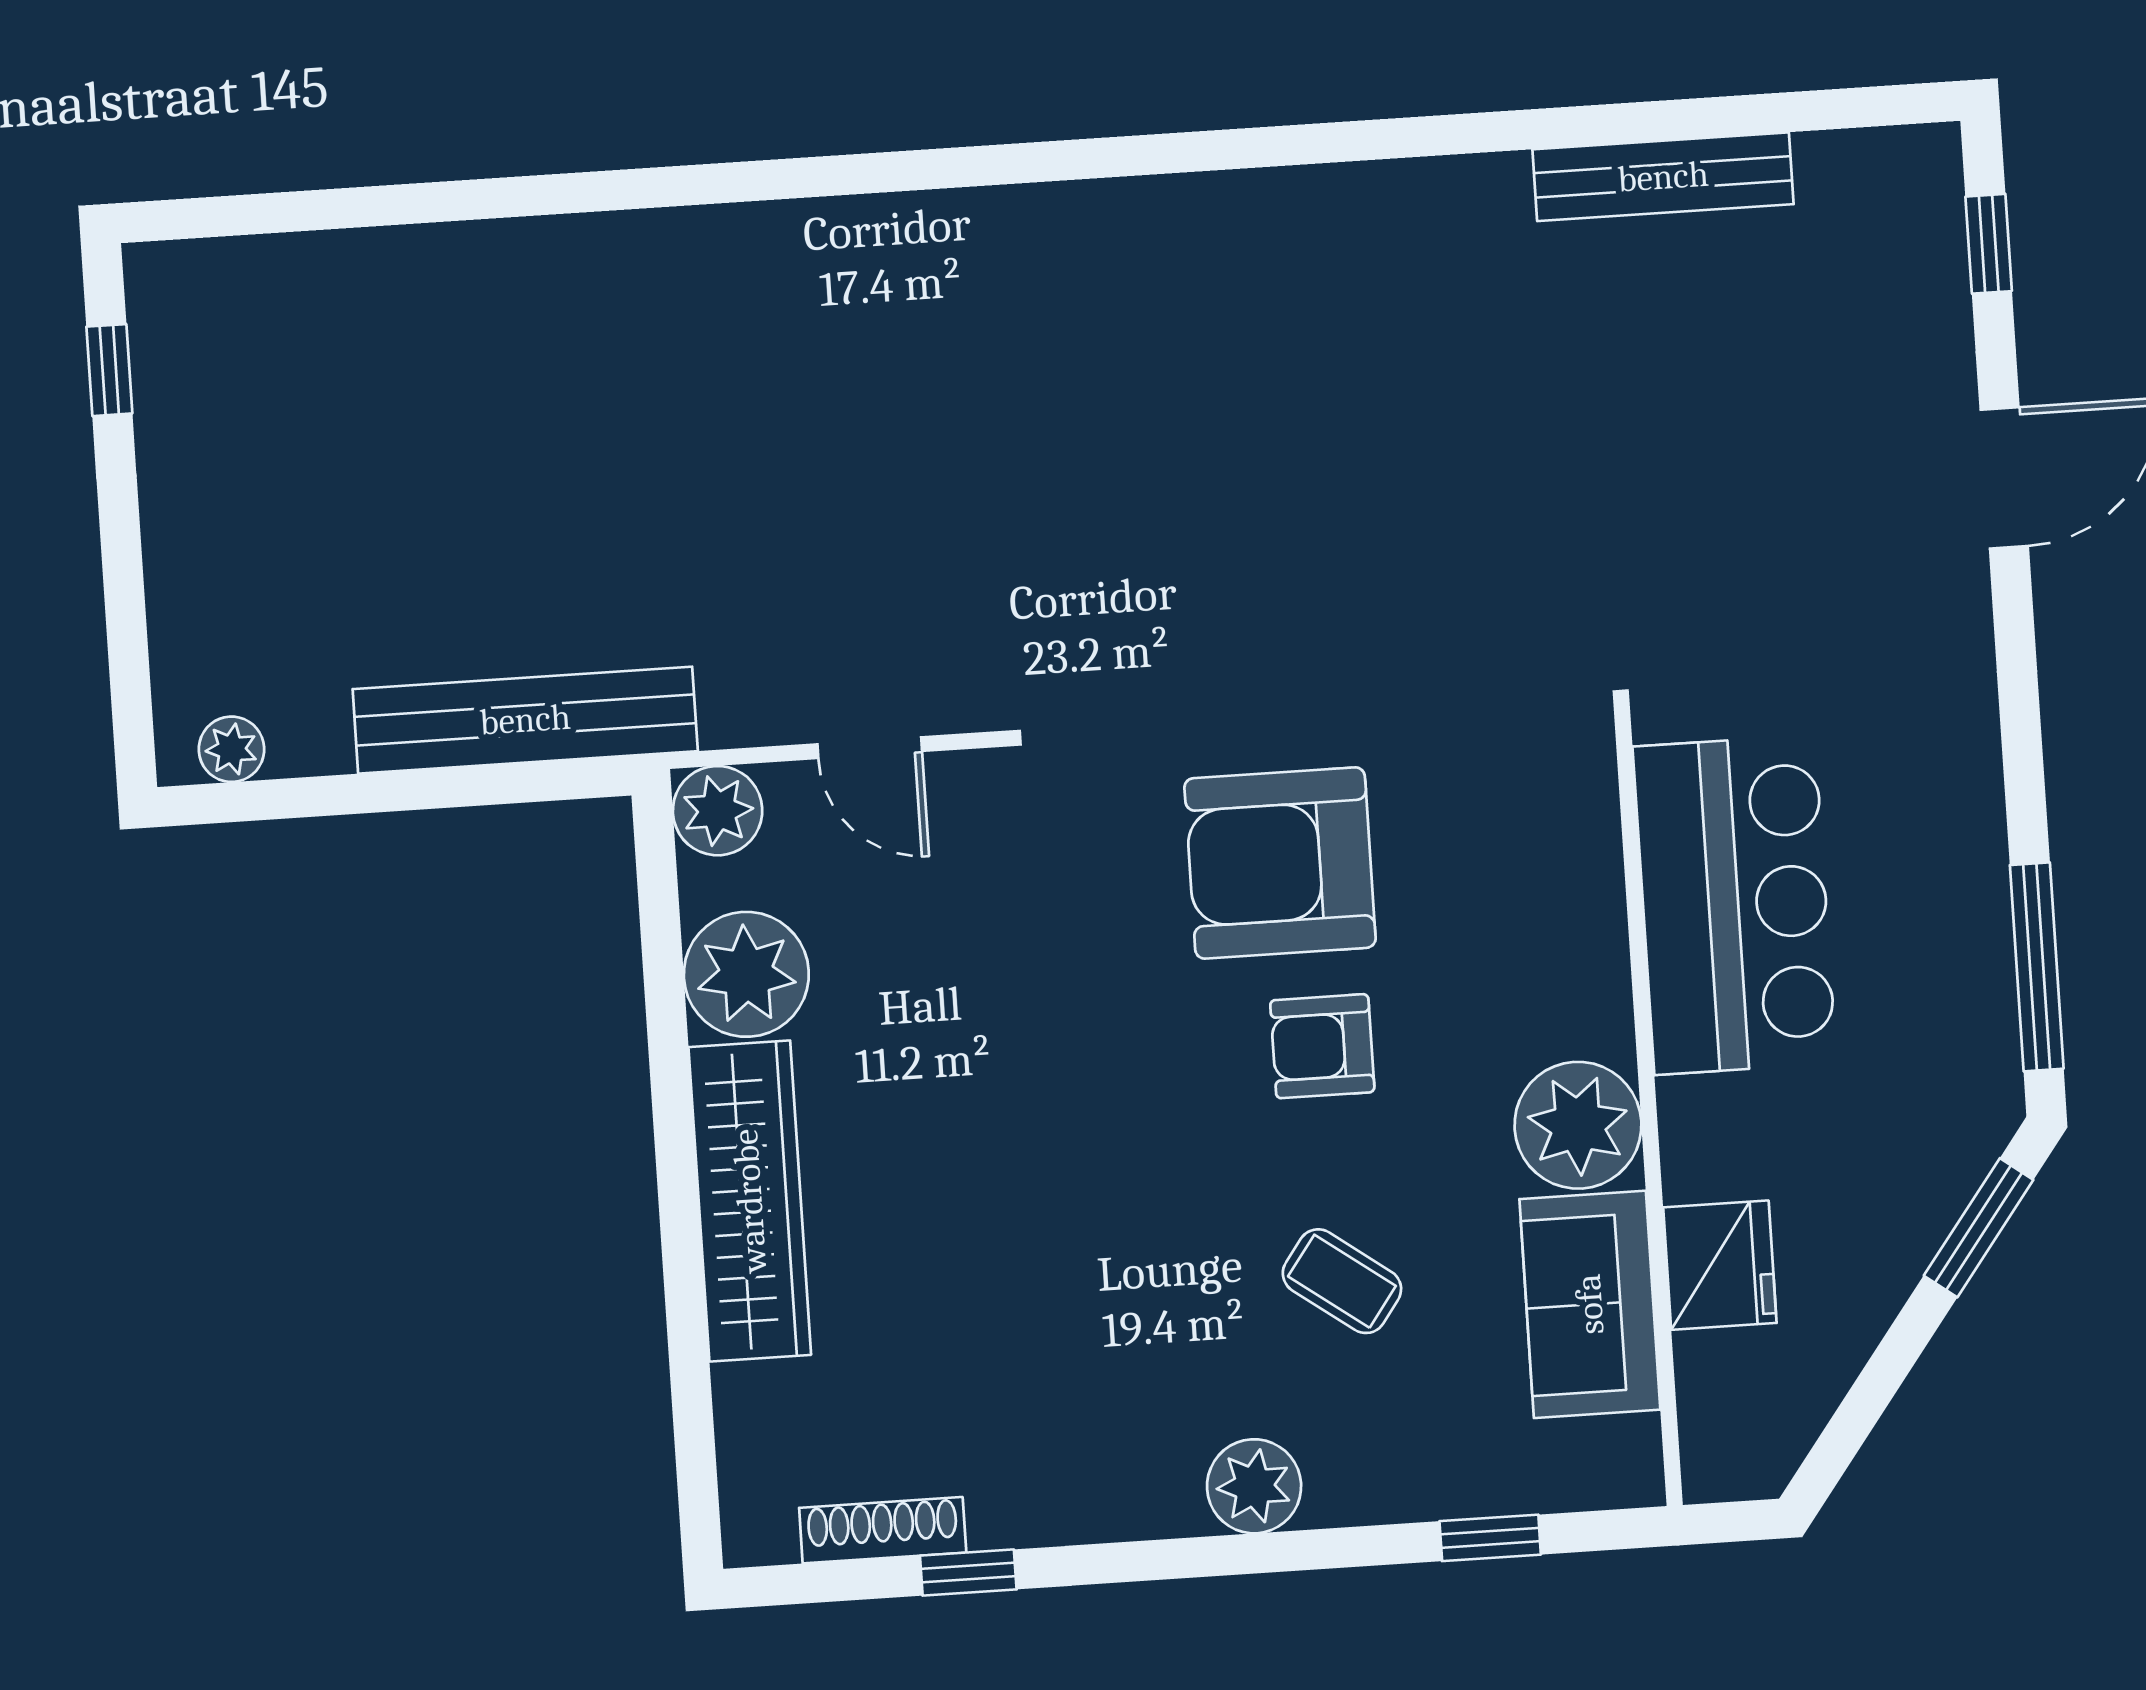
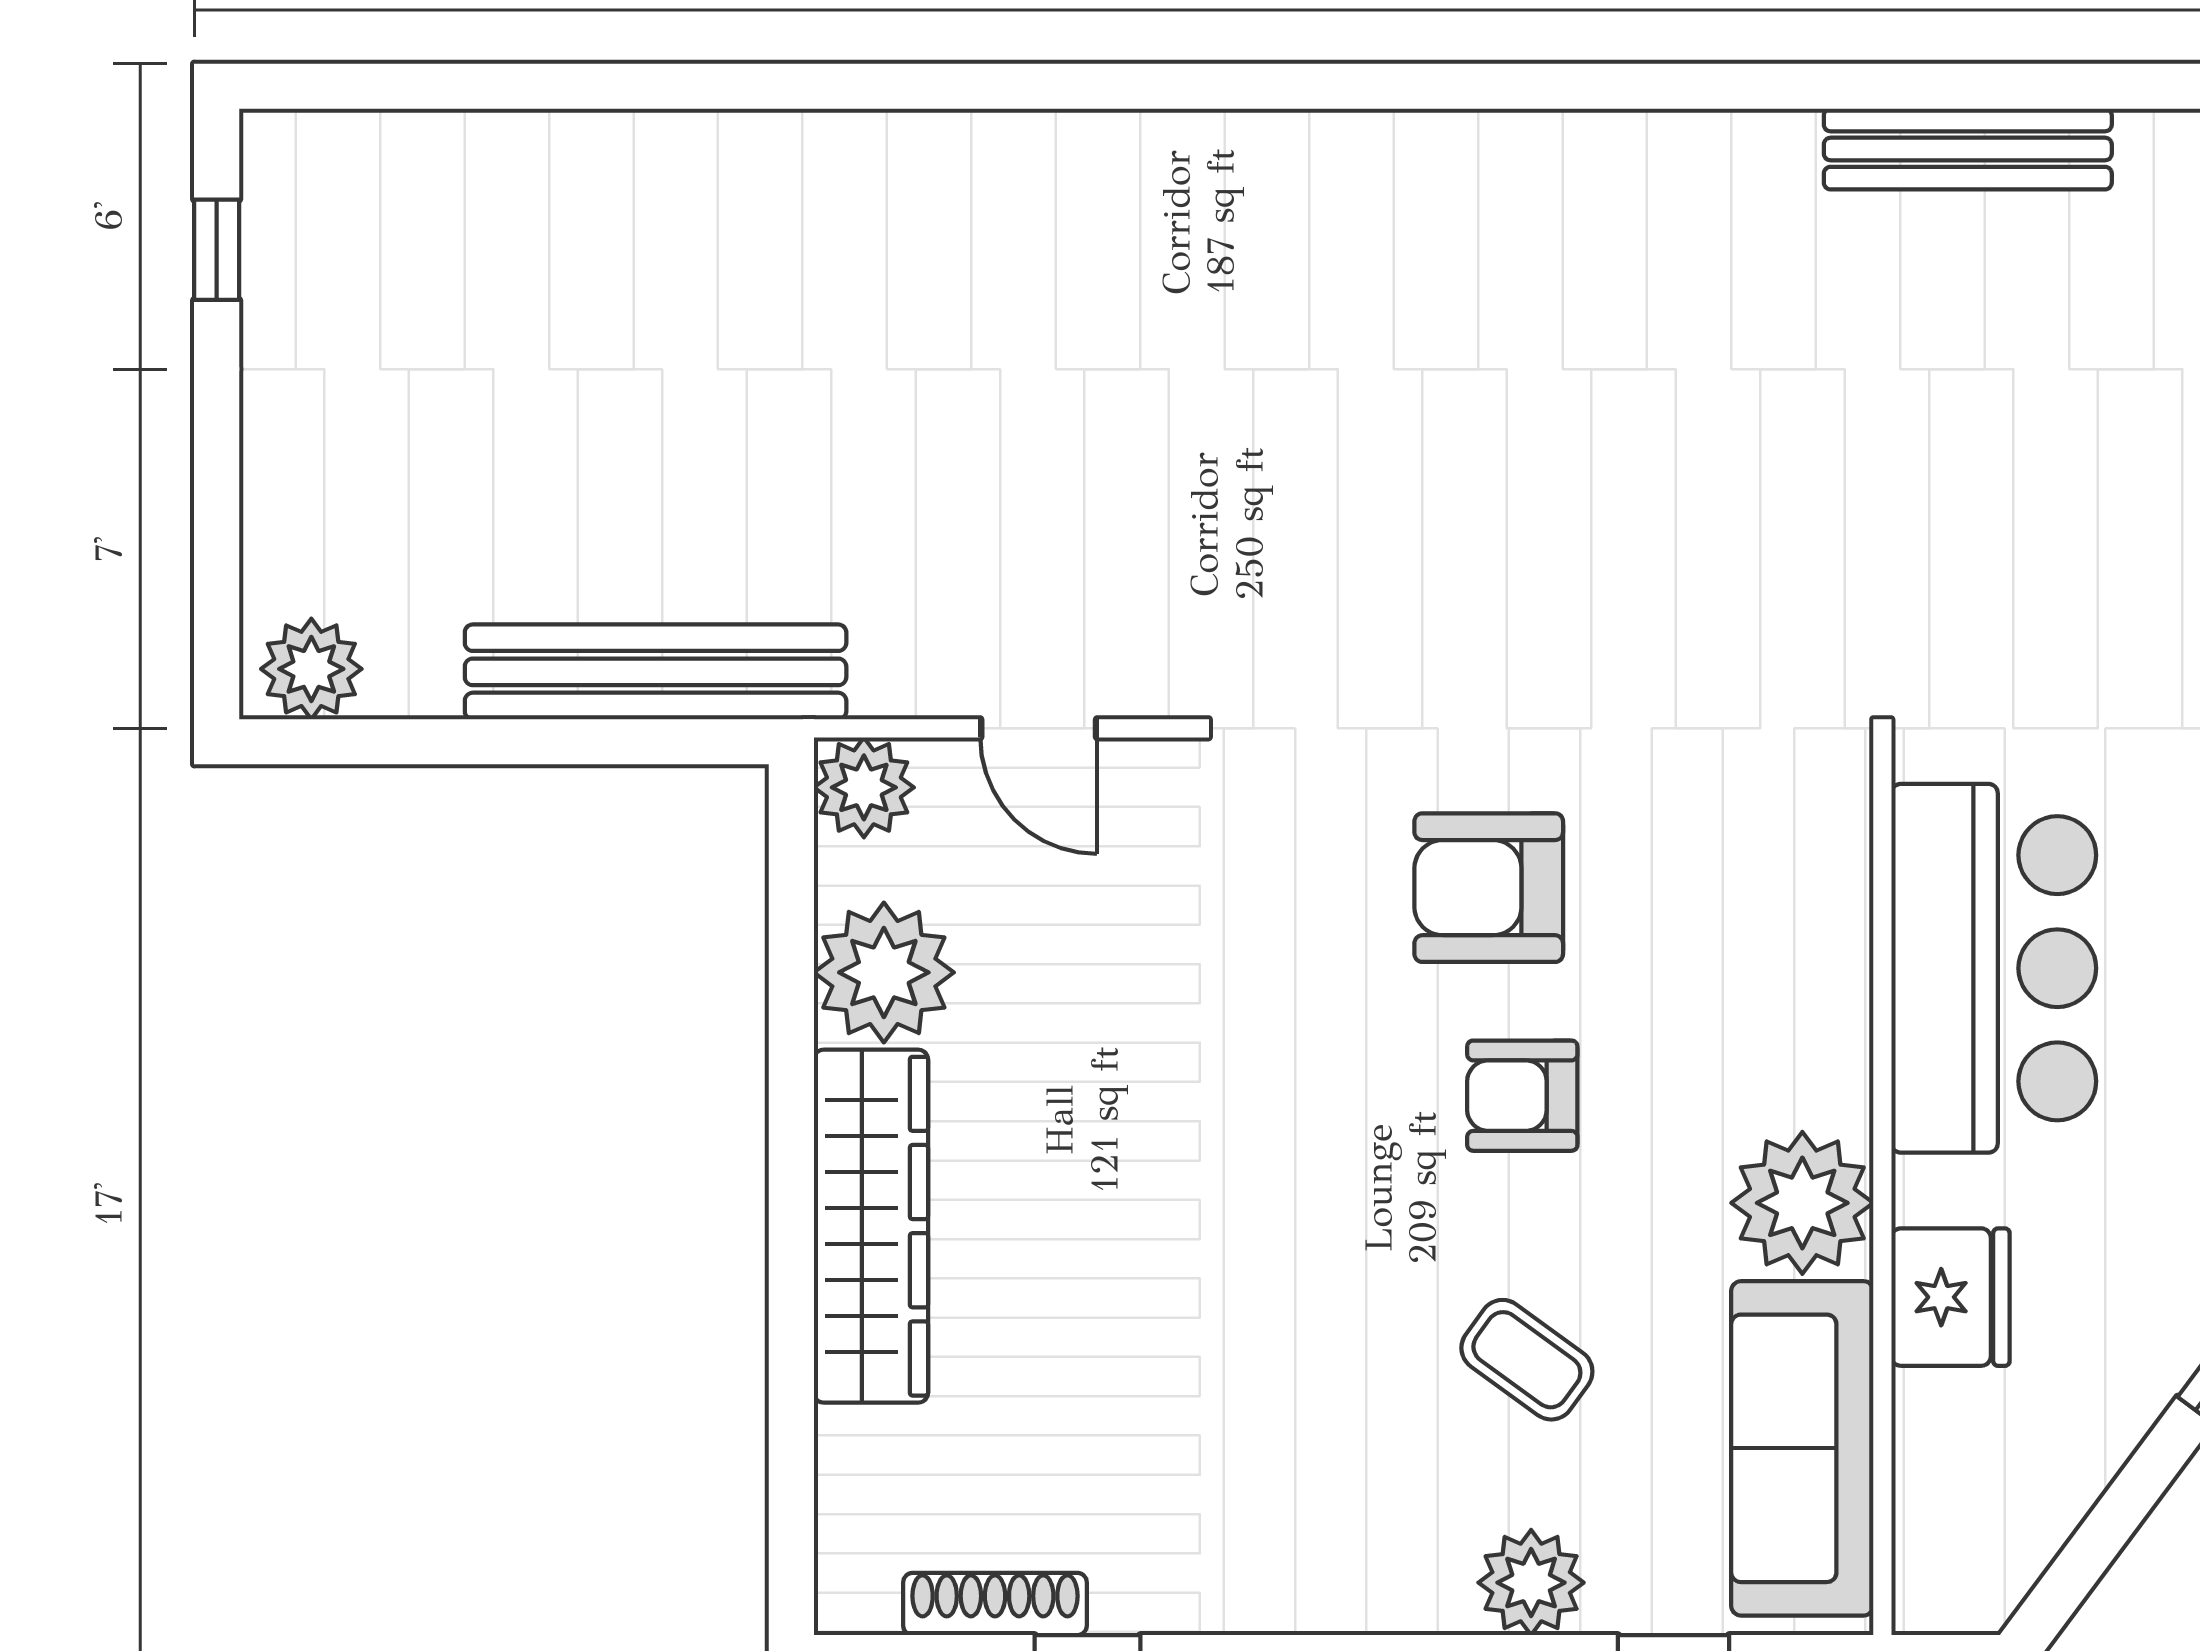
plant: (231, 749) -> (311, 669), width x1.38, depth x1.38
armchair: (1280, 863) -> (1489, 888), width x0.73, depth x0.73
fridge: (1720, 1265) -> (1951, 1297), moved
sofa: (1590, 1304) -> (1802, 1448), width x1.36
plant: (1254, 1486) -> (1531, 1583), moved

